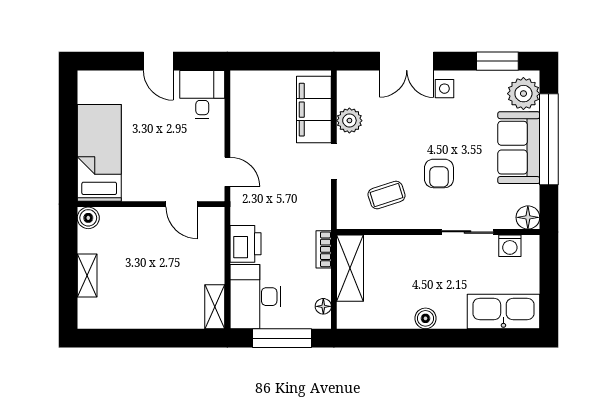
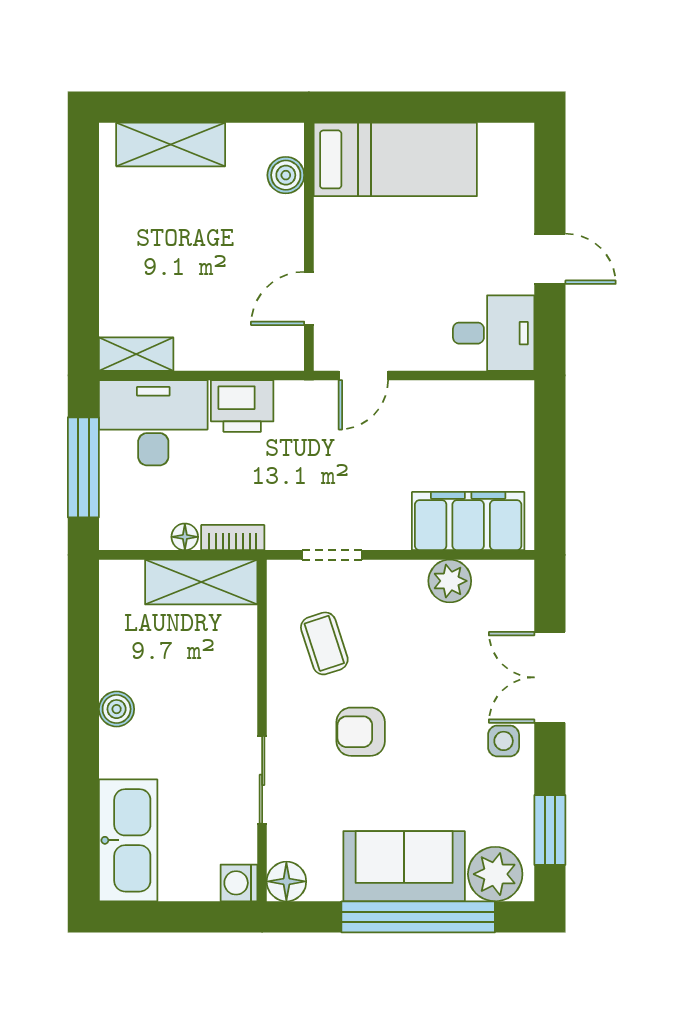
door: (158, 61) -> (550, 259), swing flipped
doorway: (334, 161) -> (332, 555), moved
boiler: (88, 218) -> (286, 175), moved
washing machine: (510, 246) -> (239, 883), moved
shelving: (87, 275) -> (171, 145), width x1.50, depth x1.33
floor lamp: (323, 306) -> (185, 537), moved

